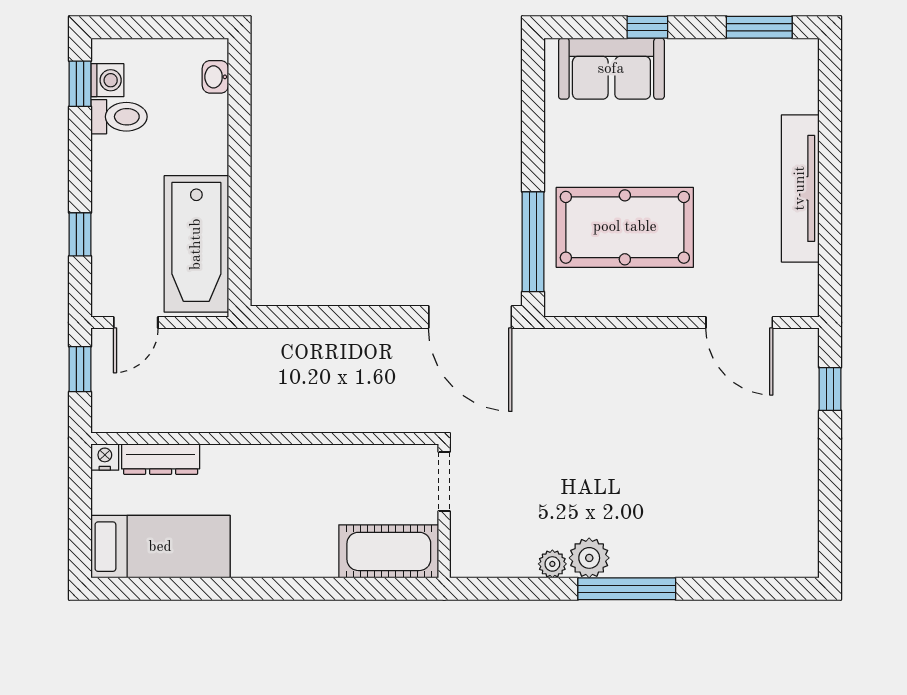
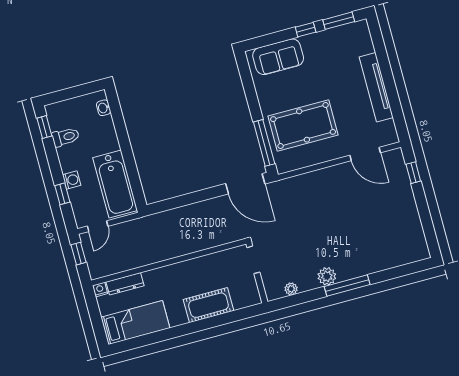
window: (647, 27) -> (306, 30), moved
washing machine: (107, 80) -> (72, 180), moved
cot: (389, 551) -> (208, 305), moved
plant: (552, 564) -> (291, 289), moved

